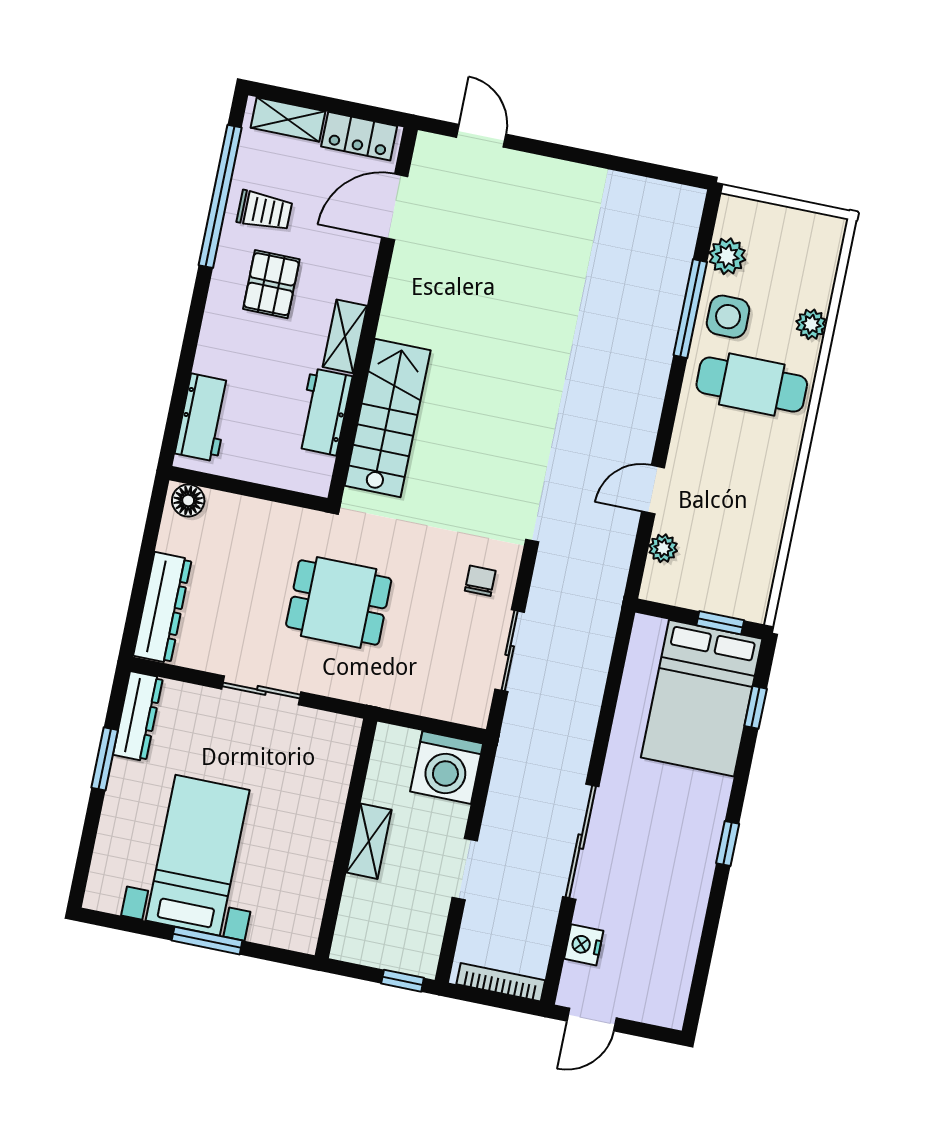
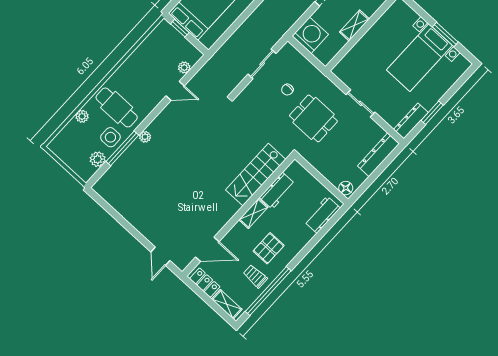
plant: (658, 360) -> (145, 137), added
chair: (480, 581) -> (287, 90), moved
window: (207, 941) -> (445, 35), moved

